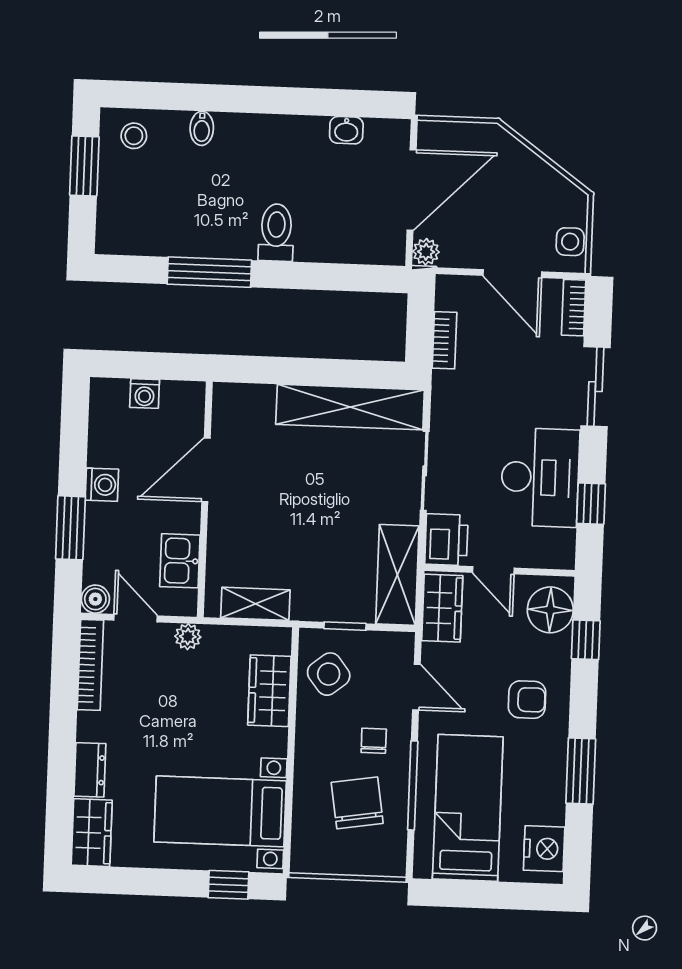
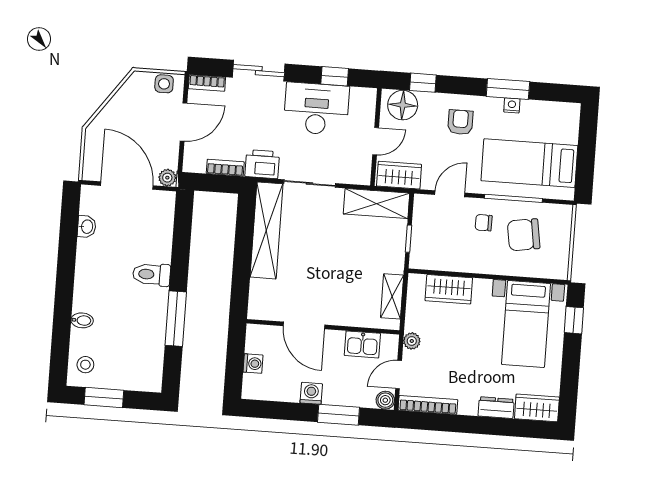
printer: (446, 540) -> (262, 164), moved
side table: (329, 674) -> (439, 250), removed
nightstand: (544, 849) -> (512, 105), moved, width x0.53, depth x0.56

